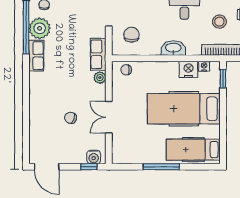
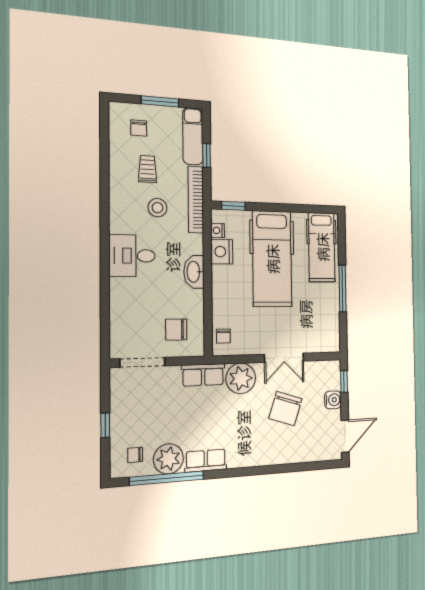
plant: (100, 78) -> (241, 378), width x1.87, depth x1.87
chair: (71, 118) -> (285, 409), width x1.87, depth x1.87
water cooler: (94, 157) -> (333, 400), moved

